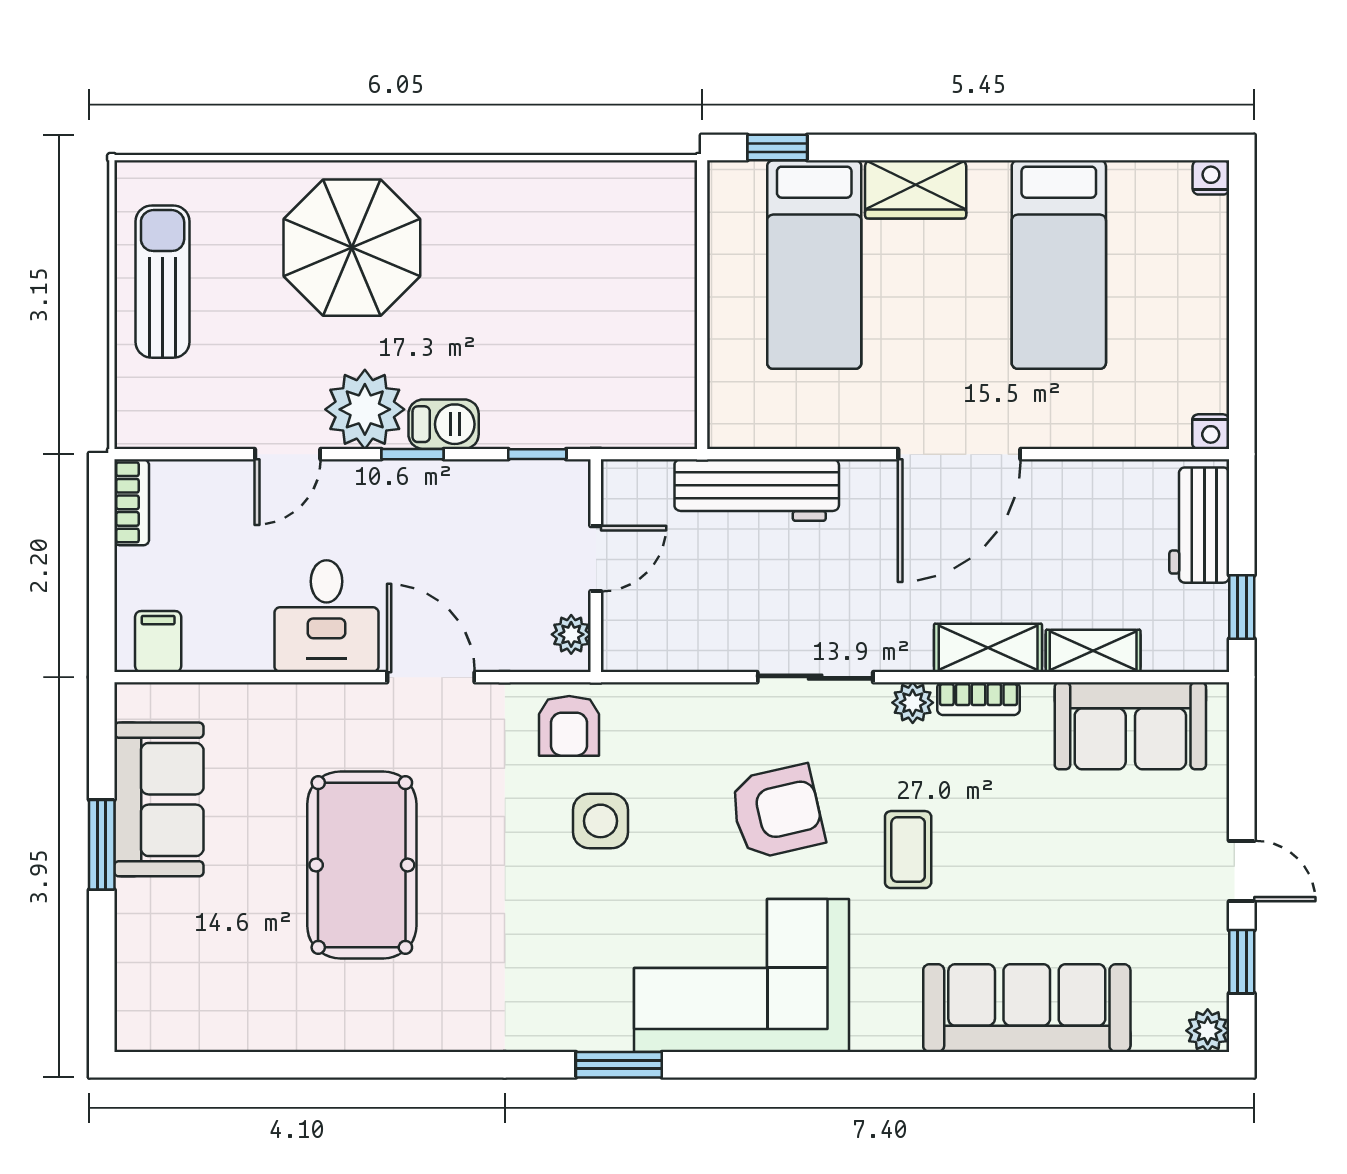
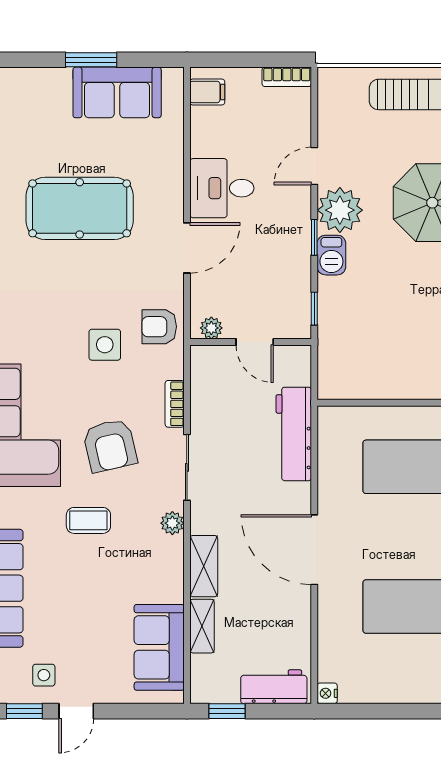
door: (288, 454) -> (314, 166), hinge flipped
bookcase: (979, 699) -> (175, 404), moved
side table: (1179, 928) -> (44, 675), added

